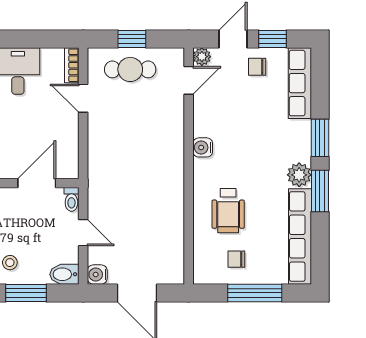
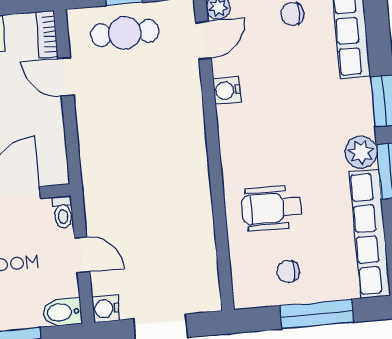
water cooler: (203, 147) -> (227, 90), moved
wheelchair: (228, 211) -> (271, 208), turned 90

